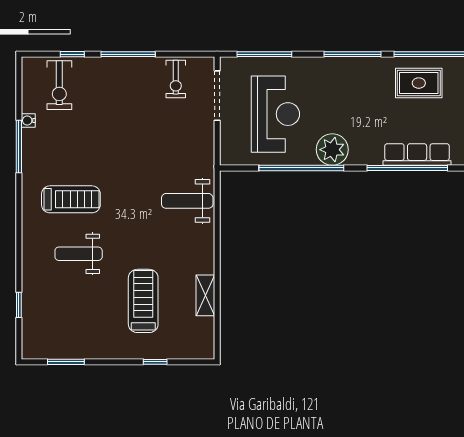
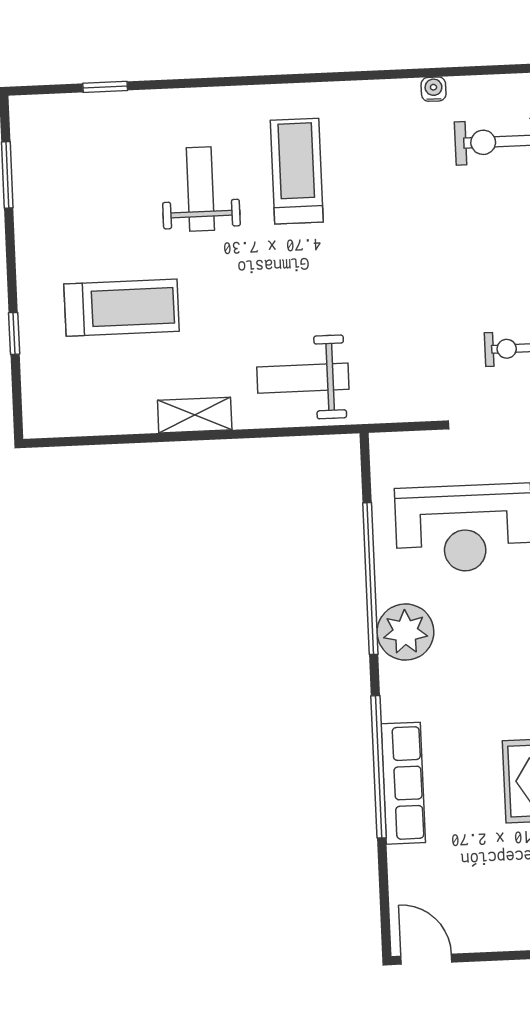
window: (19, 147) -> (387, 75), removed
treadmill: (71, 199) -> (297, 171), turned 180
weight bench: (187, 201) -> (303, 378), turned -90
shelving: (205, 295) -> (195, 415), moved

